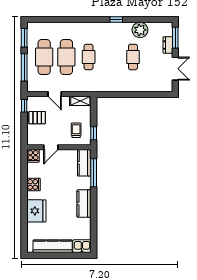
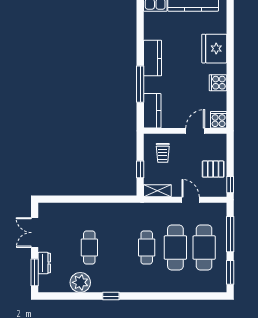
window: (94, 133) -> (140, 169), moved
window: (94, 173) -> (140, 84), moved

